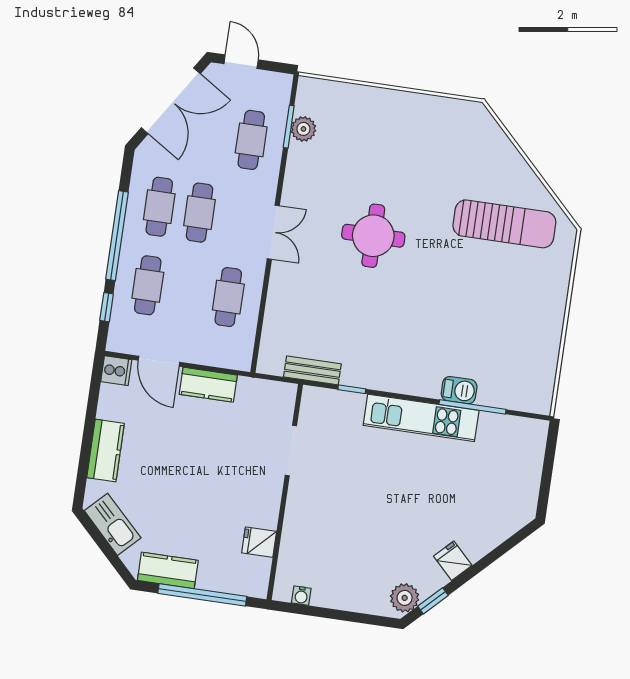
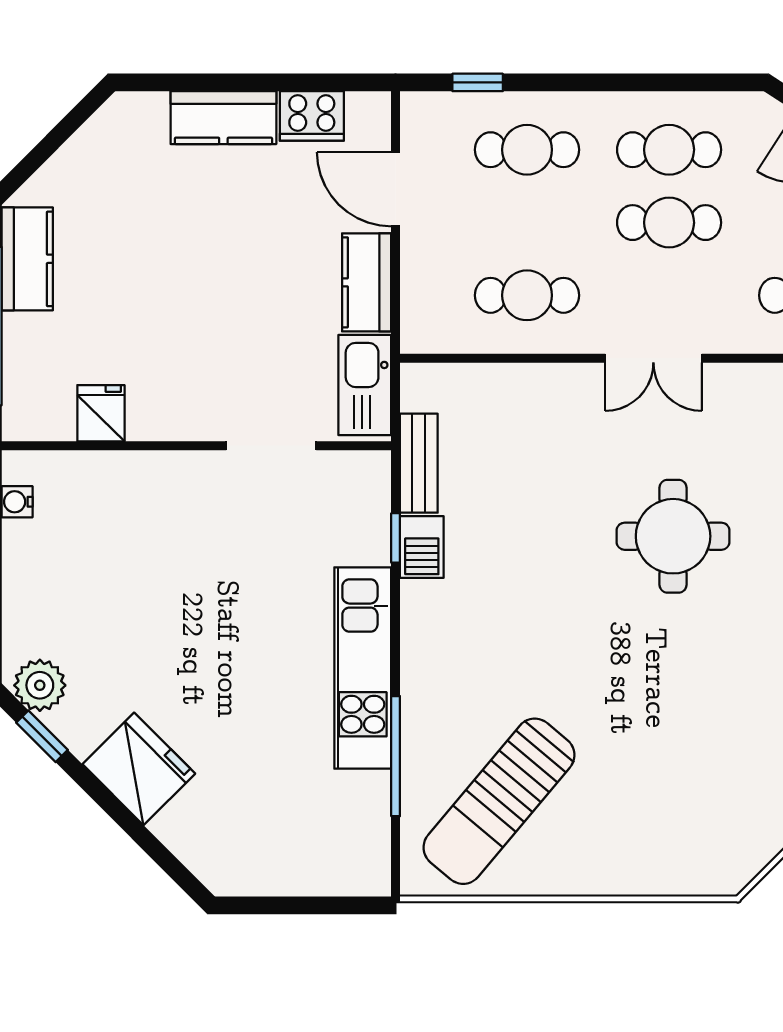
sun lounger: (504, 224) -> (499, 801), moved, turned 40
window: (117, 236) -> (607, 82), removed
door: (159, 361) -> (396, 189), hinge flipped
cooker: (116, 371) -> (312, 116), moved, width x1.36
barbecue: (459, 390) -> (422, 547), moved
kitchen sink: (113, 524) -> (365, 385), moved, turned 135
fridge: (453, 561) -> (139, 769), width x1.88, depth x1.34

